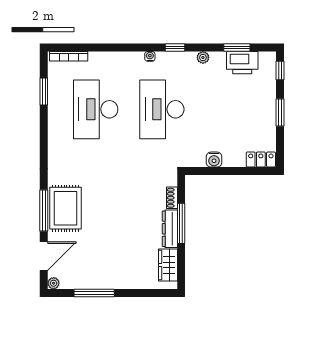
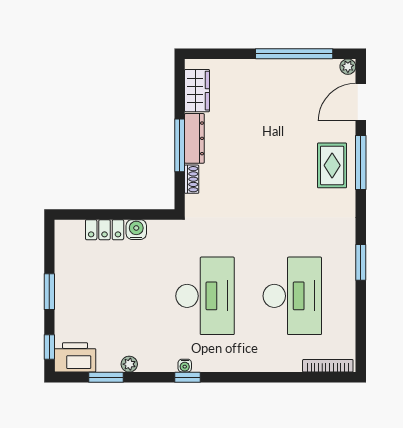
water cooler: (150, 56) -> (185, 366), moved
plant: (203, 57) -> (129, 364), moved
printer: (242, 63) -> (75, 357), moved
window: (44, 92) -> (361, 262), moved
locker: (261, 159) -> (105, 230), moved
rug: (65, 208) -> (332, 165), width x0.73, depth x0.70
window: (94, 293) -> (294, 54), width x1.46

